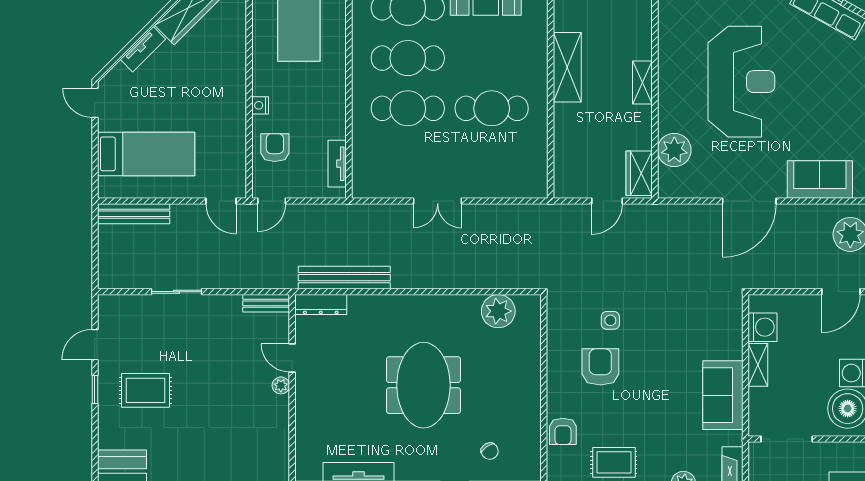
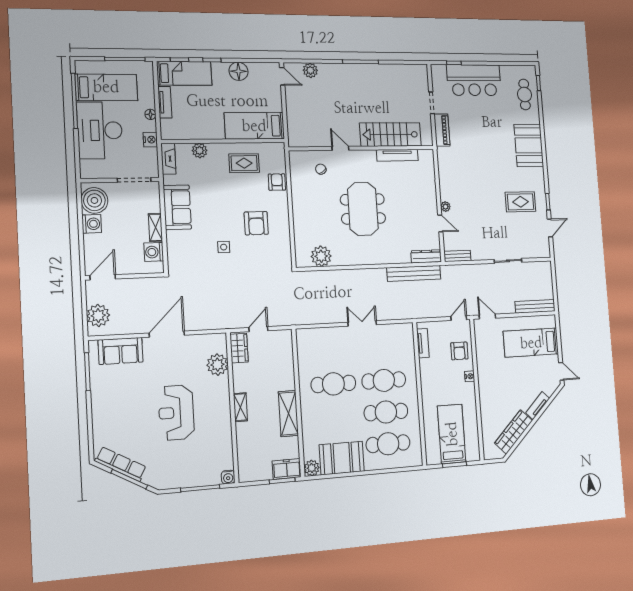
reception desk: (741, 82) -> (176, 413), width x0.74, depth x0.77
side table: (610, 320) -> (224, 247), moved

